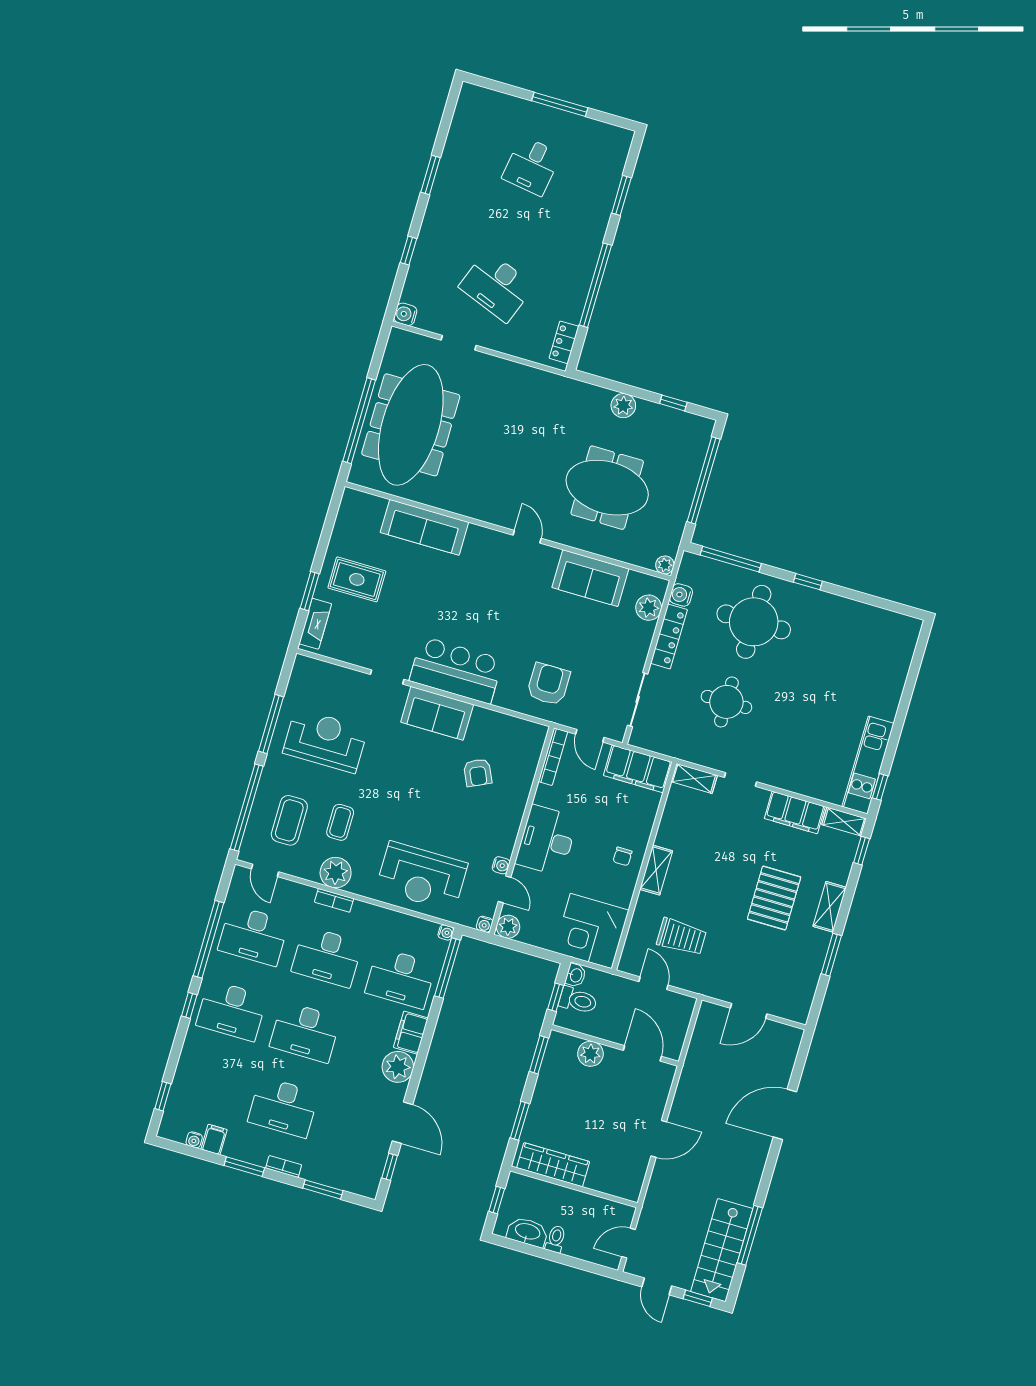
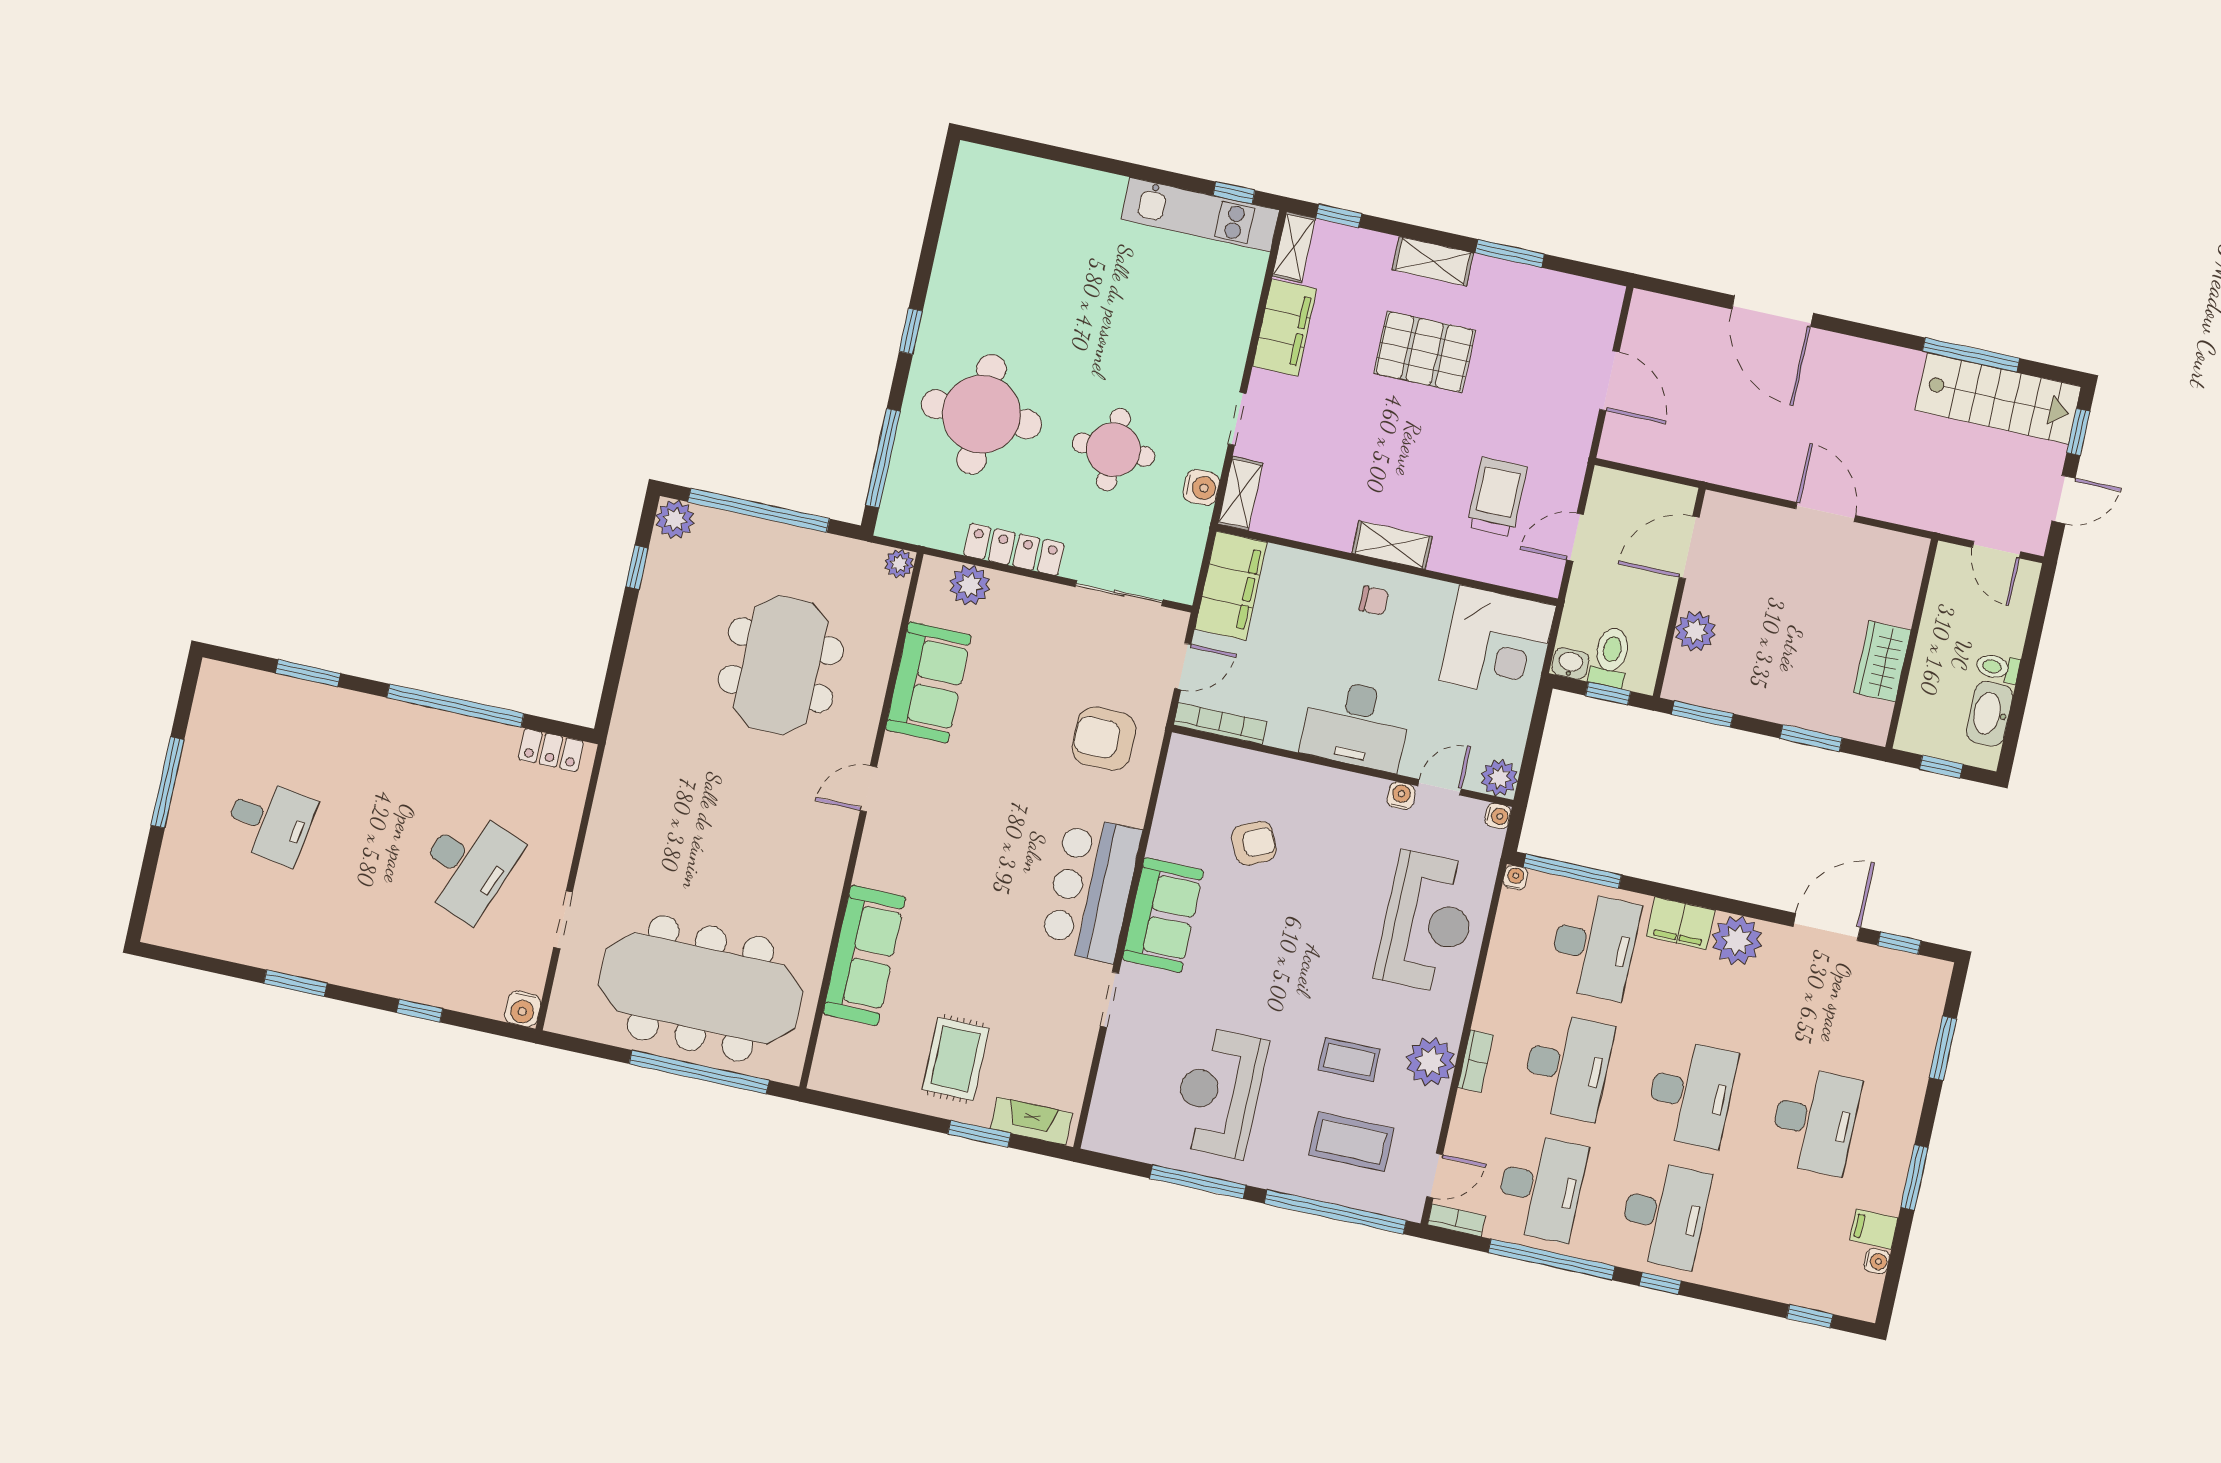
plant: (623, 406) -> (675, 519), moved
water cooler: (681, 595) -> (1201, 487), moved, turned -90
wardrobe: (553, 1165) -> (1882, 662), width x0.67
bookcase: (284, 1166) -> (1456, 1220), moved, turned 90

